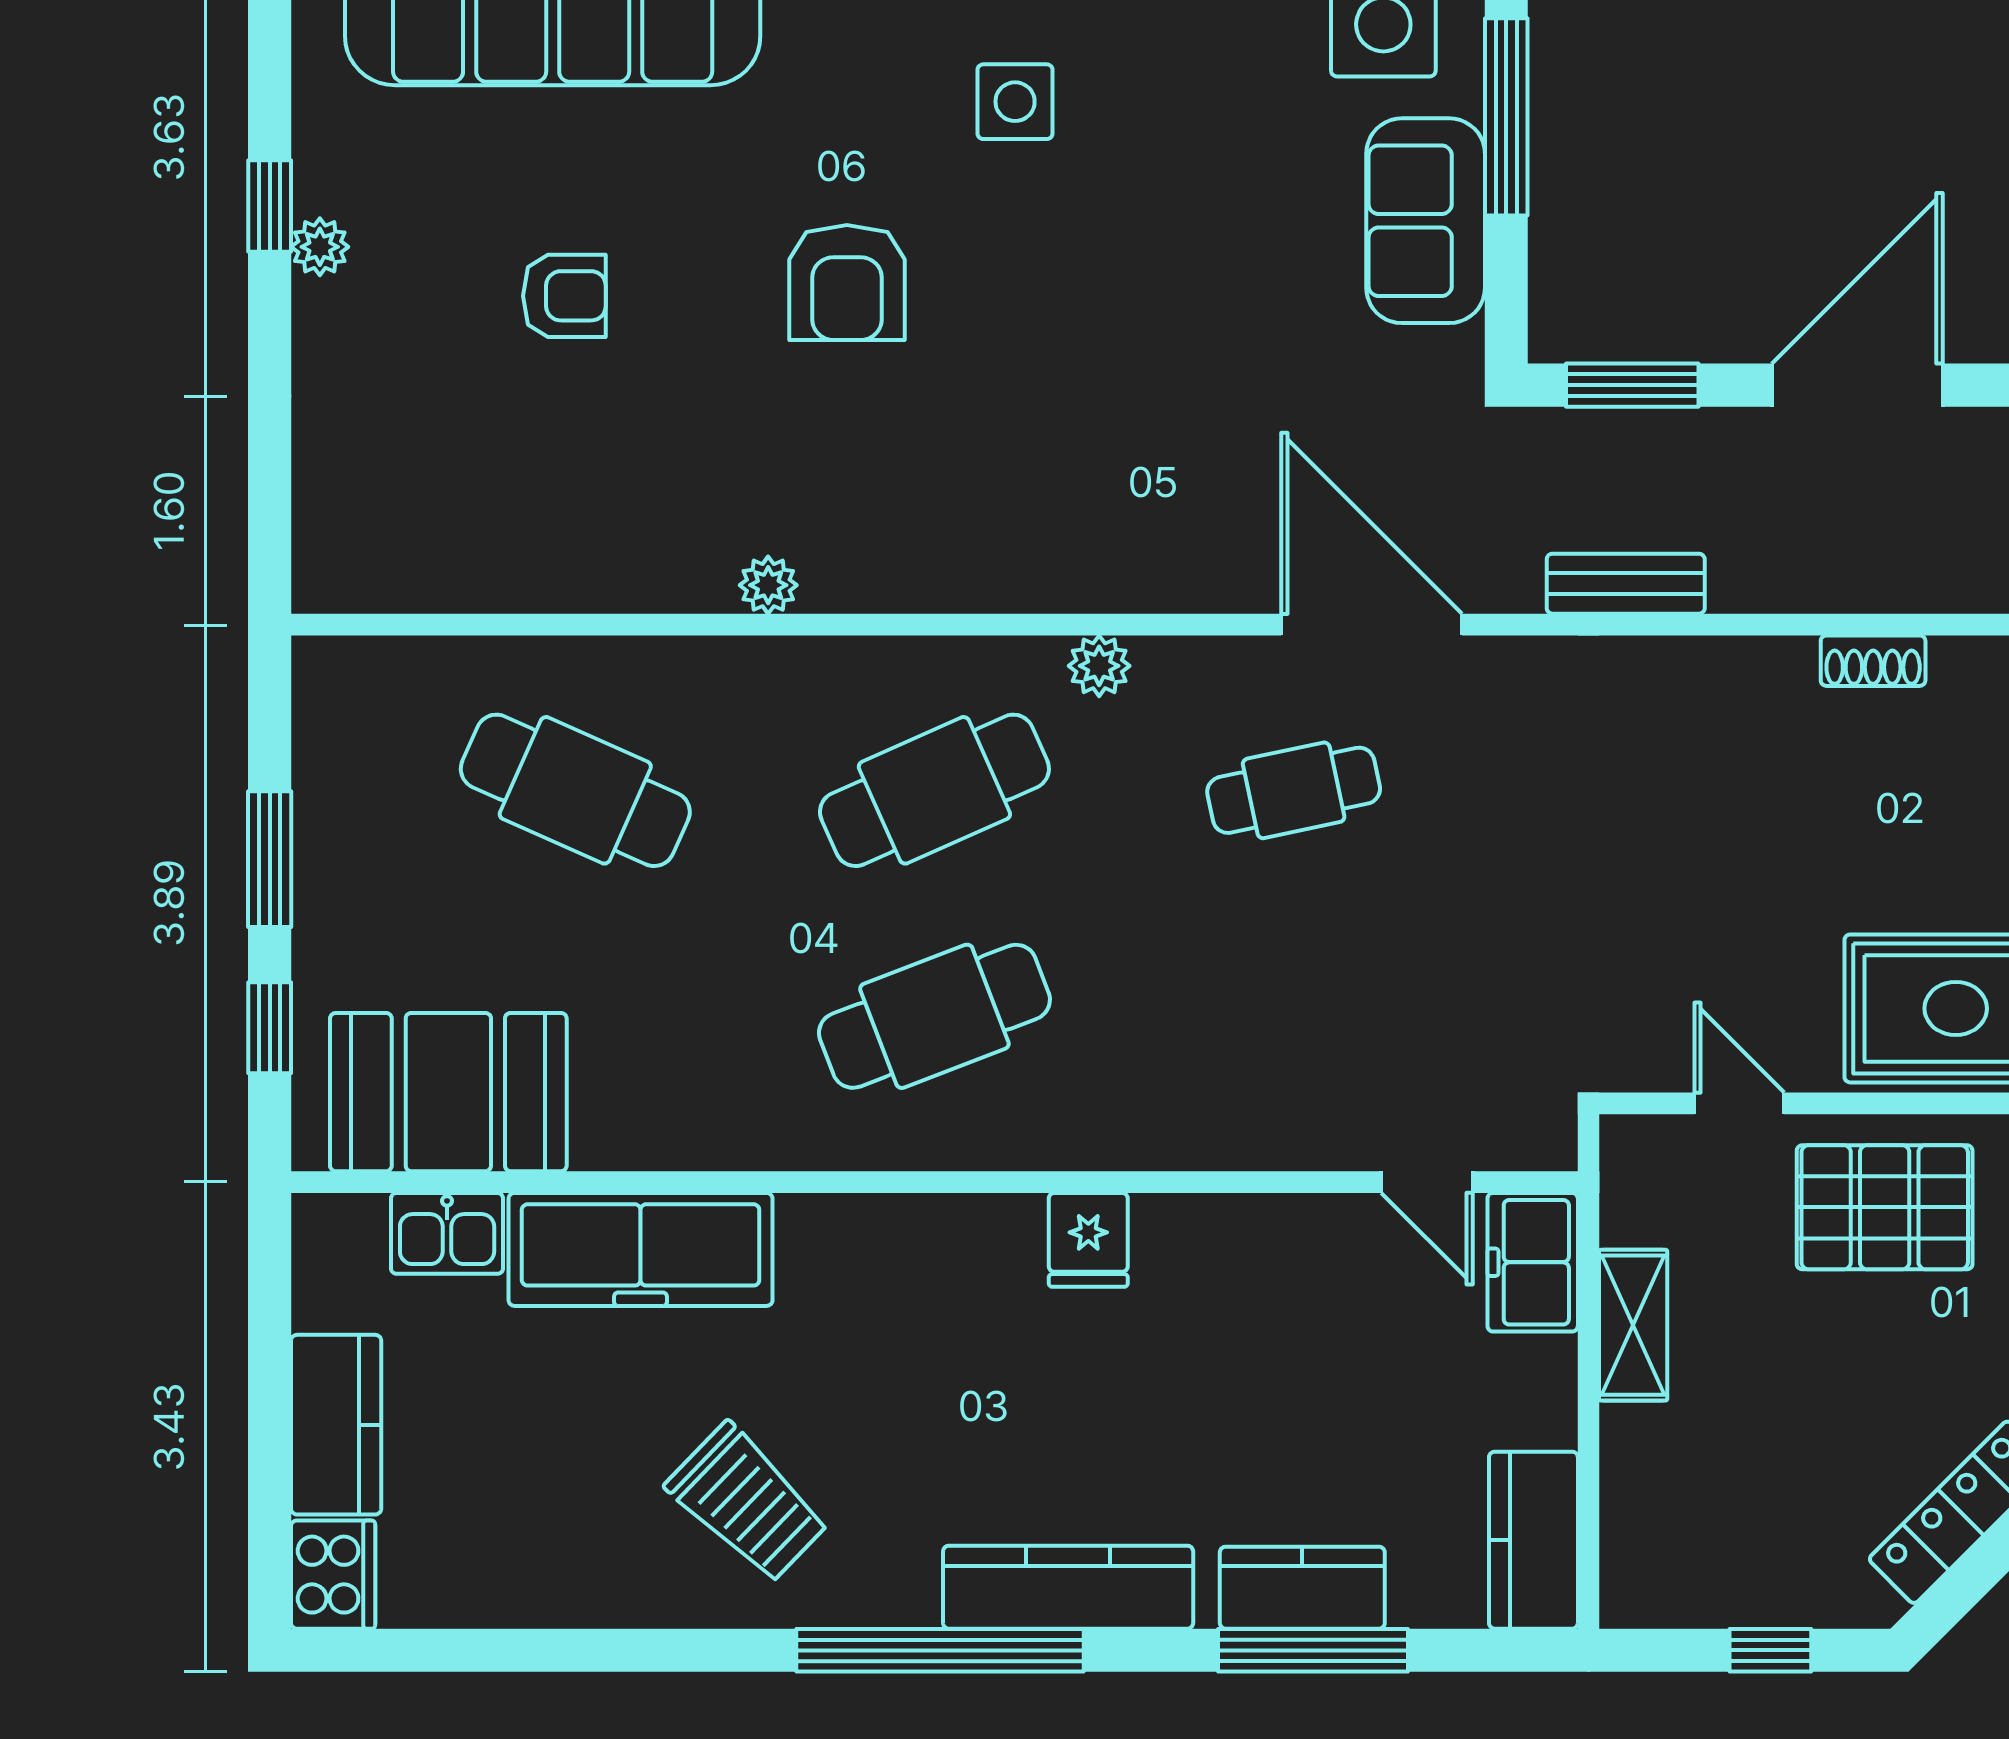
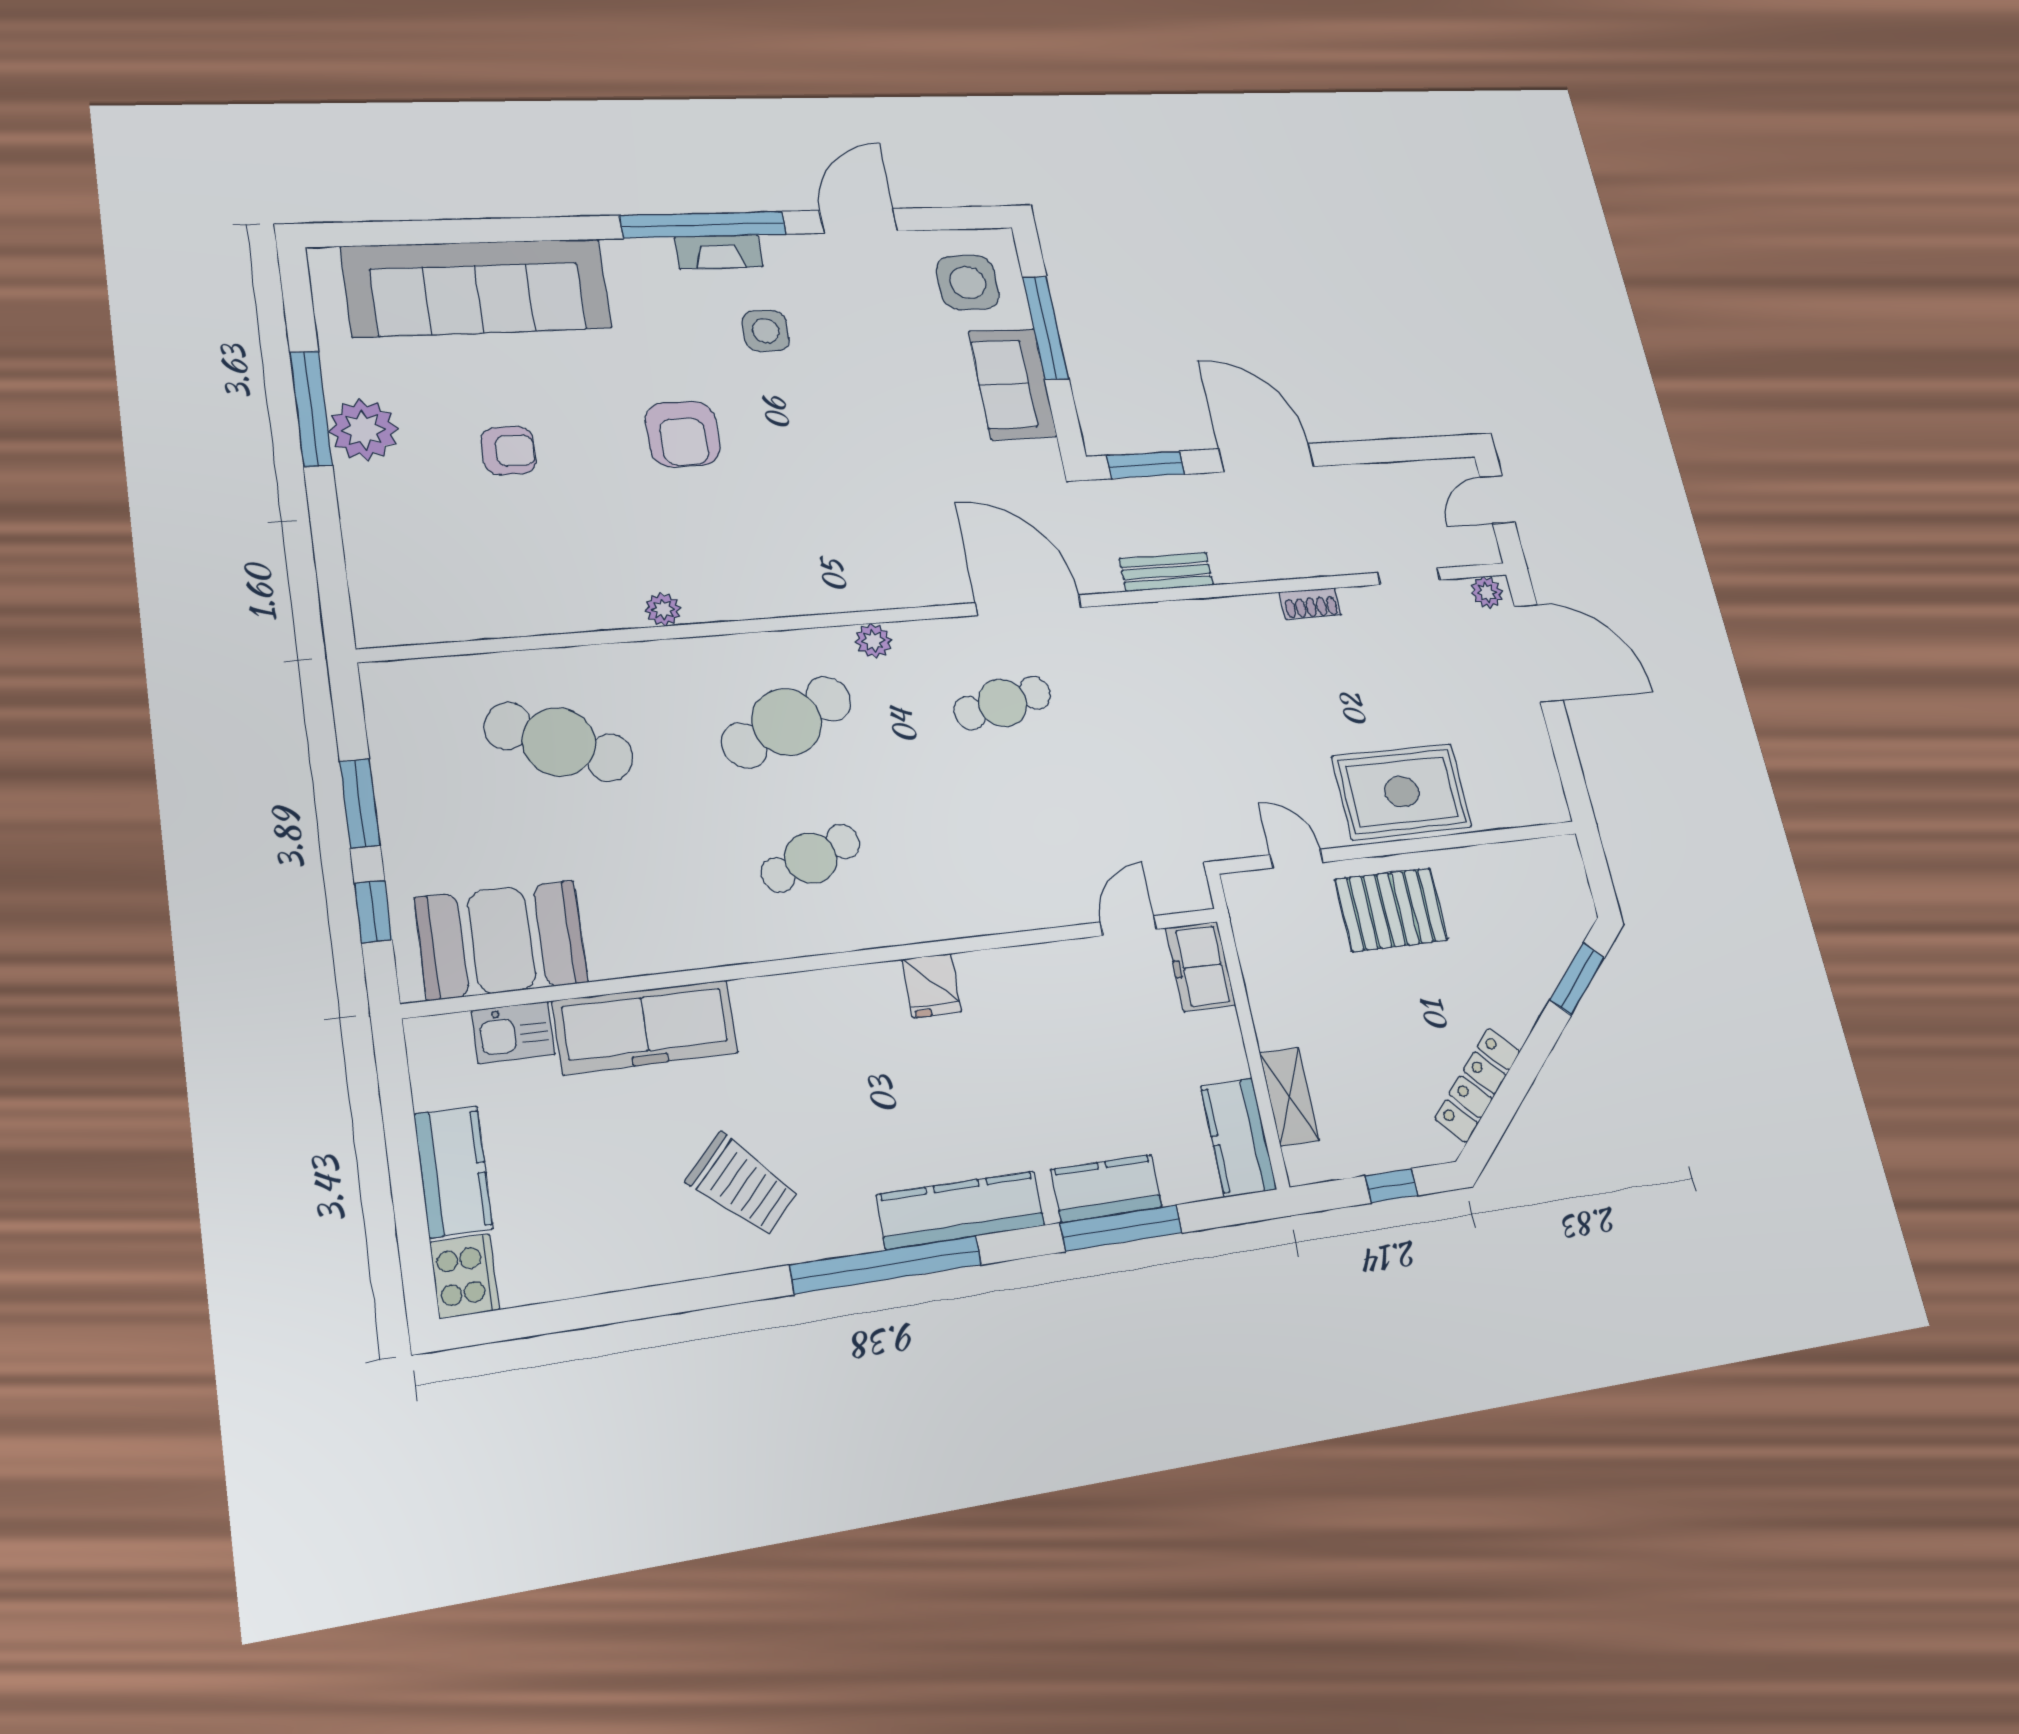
window: (270, 206) -> (311, 409), width x2.17
plant: (320, 247) -> (363, 430), width x1.88, depth x1.88
door: (1857, 385) -> (1266, 458), hinge flipped
cafe table: (934, 1016) -> (811, 858), width x0.73, depth x0.74
door: (1427, 1182) -> (1129, 926), swing flipped
shelving: (1633, 1325) -> (1289, 1097), moved

